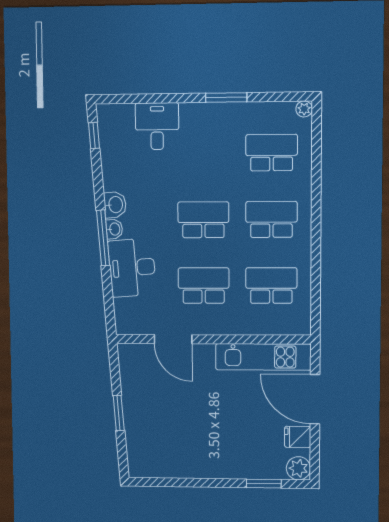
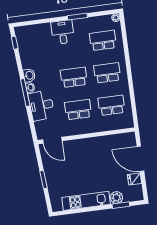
desk: (157, 126) -> (63, 32), moved
door: (173, 339) -> (52, 140), moved
kitchen unit: (263, 357) -> (86, 201), moved, turned 180
plant: (298, 468) -> (116, 198), moved

